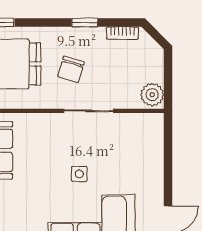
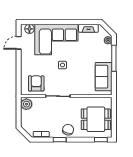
chair: (71, 69) -> (68, 130), moved
armchair: (132, 137) -> (36, 83), added

